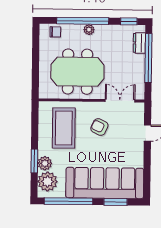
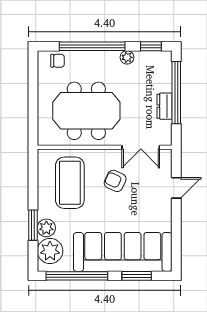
plant: (89, 30) -> (127, 57), moved
dresser: (139, 43) -> (165, 106), moved
double door: (120, 101) -> (141, 147), swing flipped

